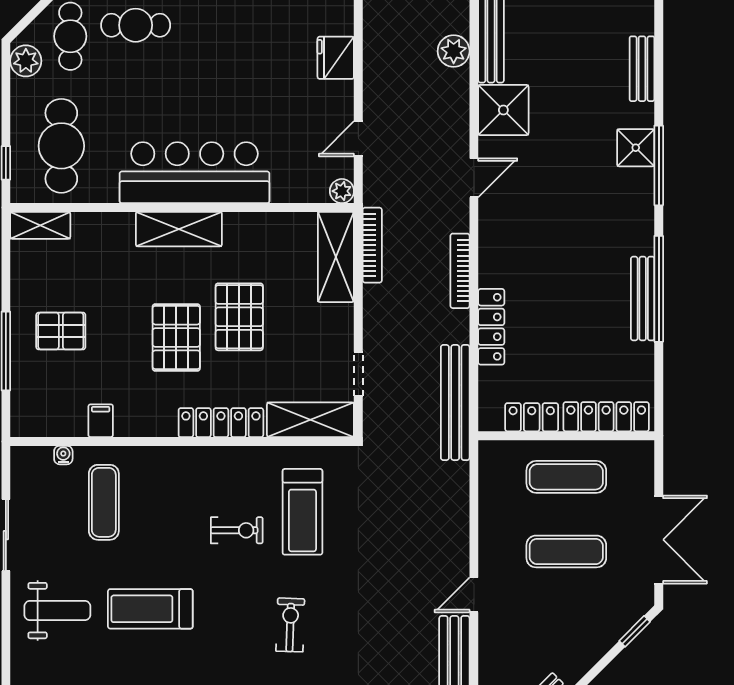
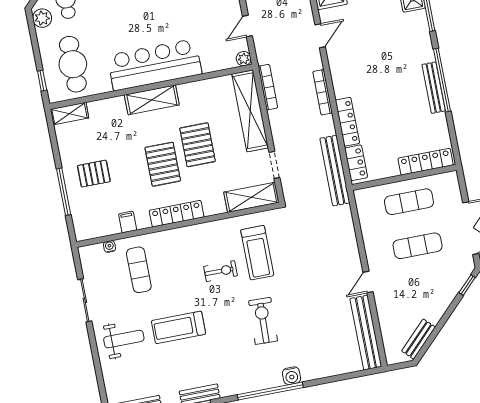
shelving: (336, 257) -> (250, 111), width x1.47
locker: (532, 417) -> (356, 163), moved, turned 90
locker: (221, 423) -> (177, 214), moved
exercise bike: (290, 625) -> (263, 321), width x1.38, depth x1.39

